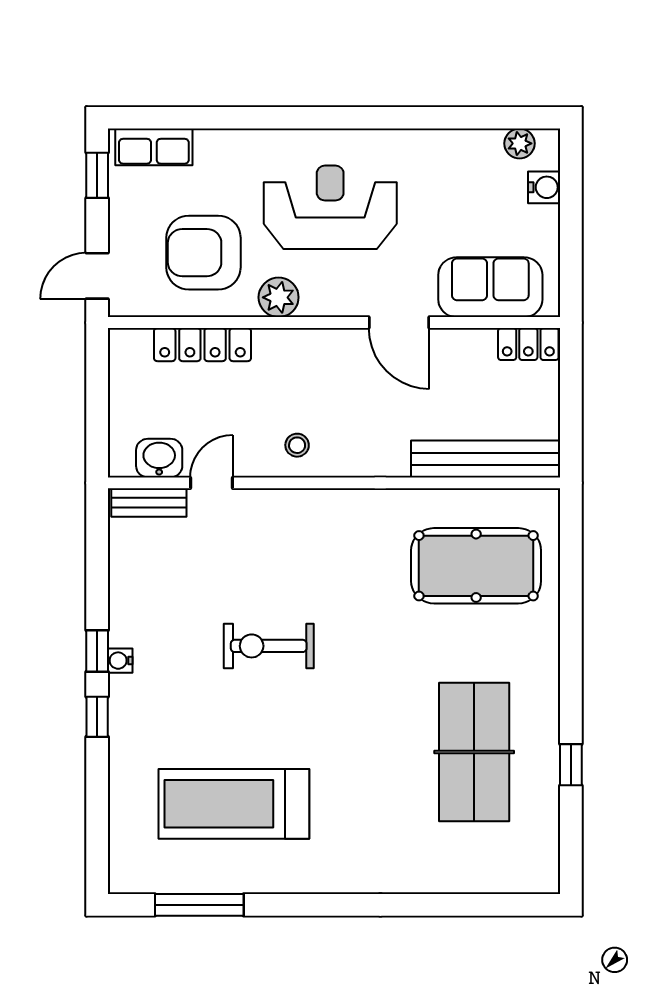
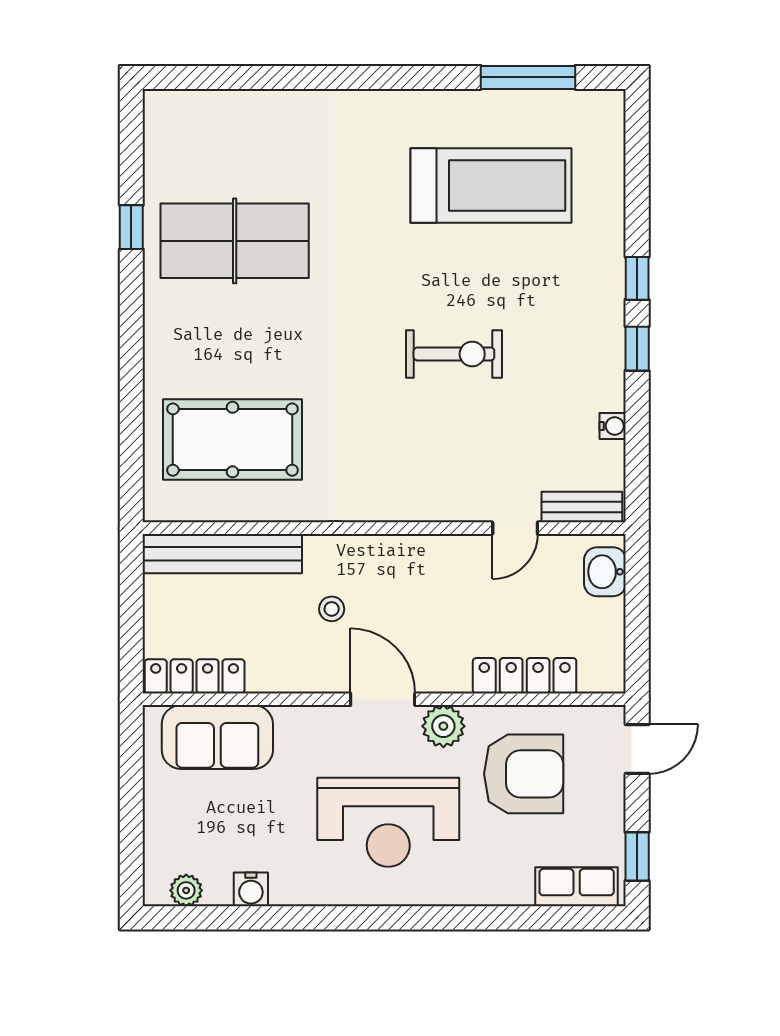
water cooler: (544, 187) -> (251, 889), moved, turned -90
door: (399, 323) -> (383, 699), moved
locker: (528, 344) -> (195, 676), width x1.53
stool: (297, 445) -> (332, 609), moved
washbasin: (159, 458) -> (605, 572), moved, turned 90
water cooler: (120, 661) -> (613, 426), moved
table tennis table: (474, 752) -> (235, 241), turned 90

